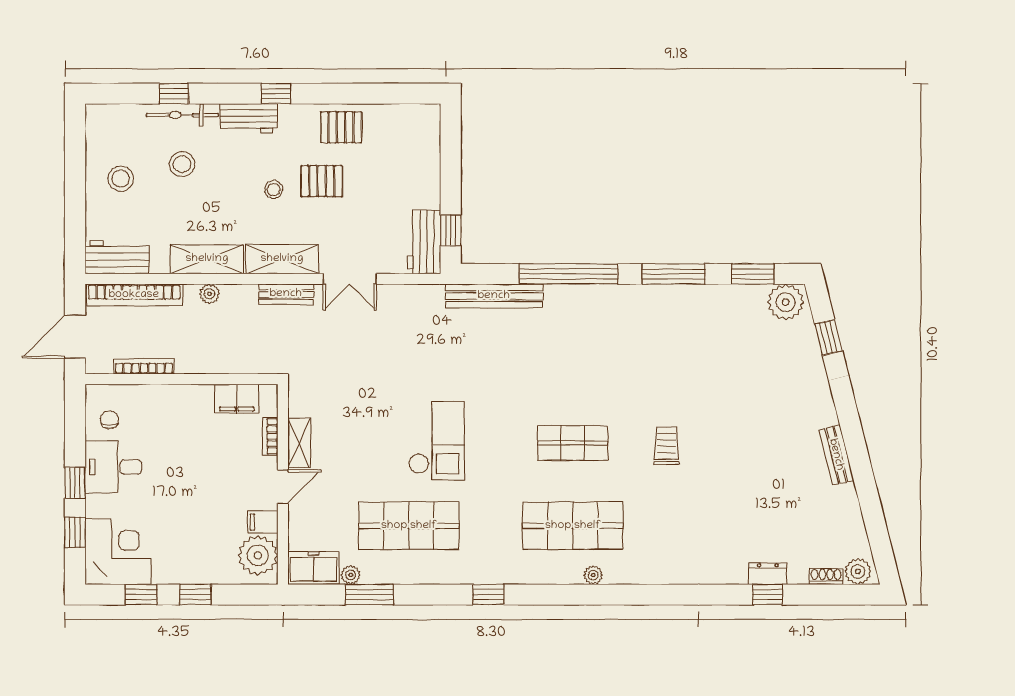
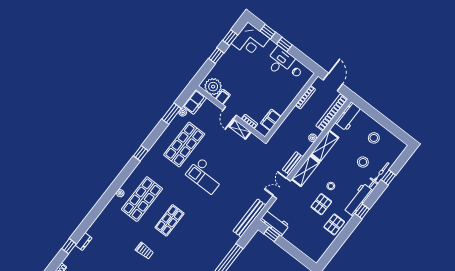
workbench: (249, 118) -> (358, 200), width x1.38
bench: (494, 296) -> (249, 218), moved
dresser: (768, 574) -> (84, 242), moved

